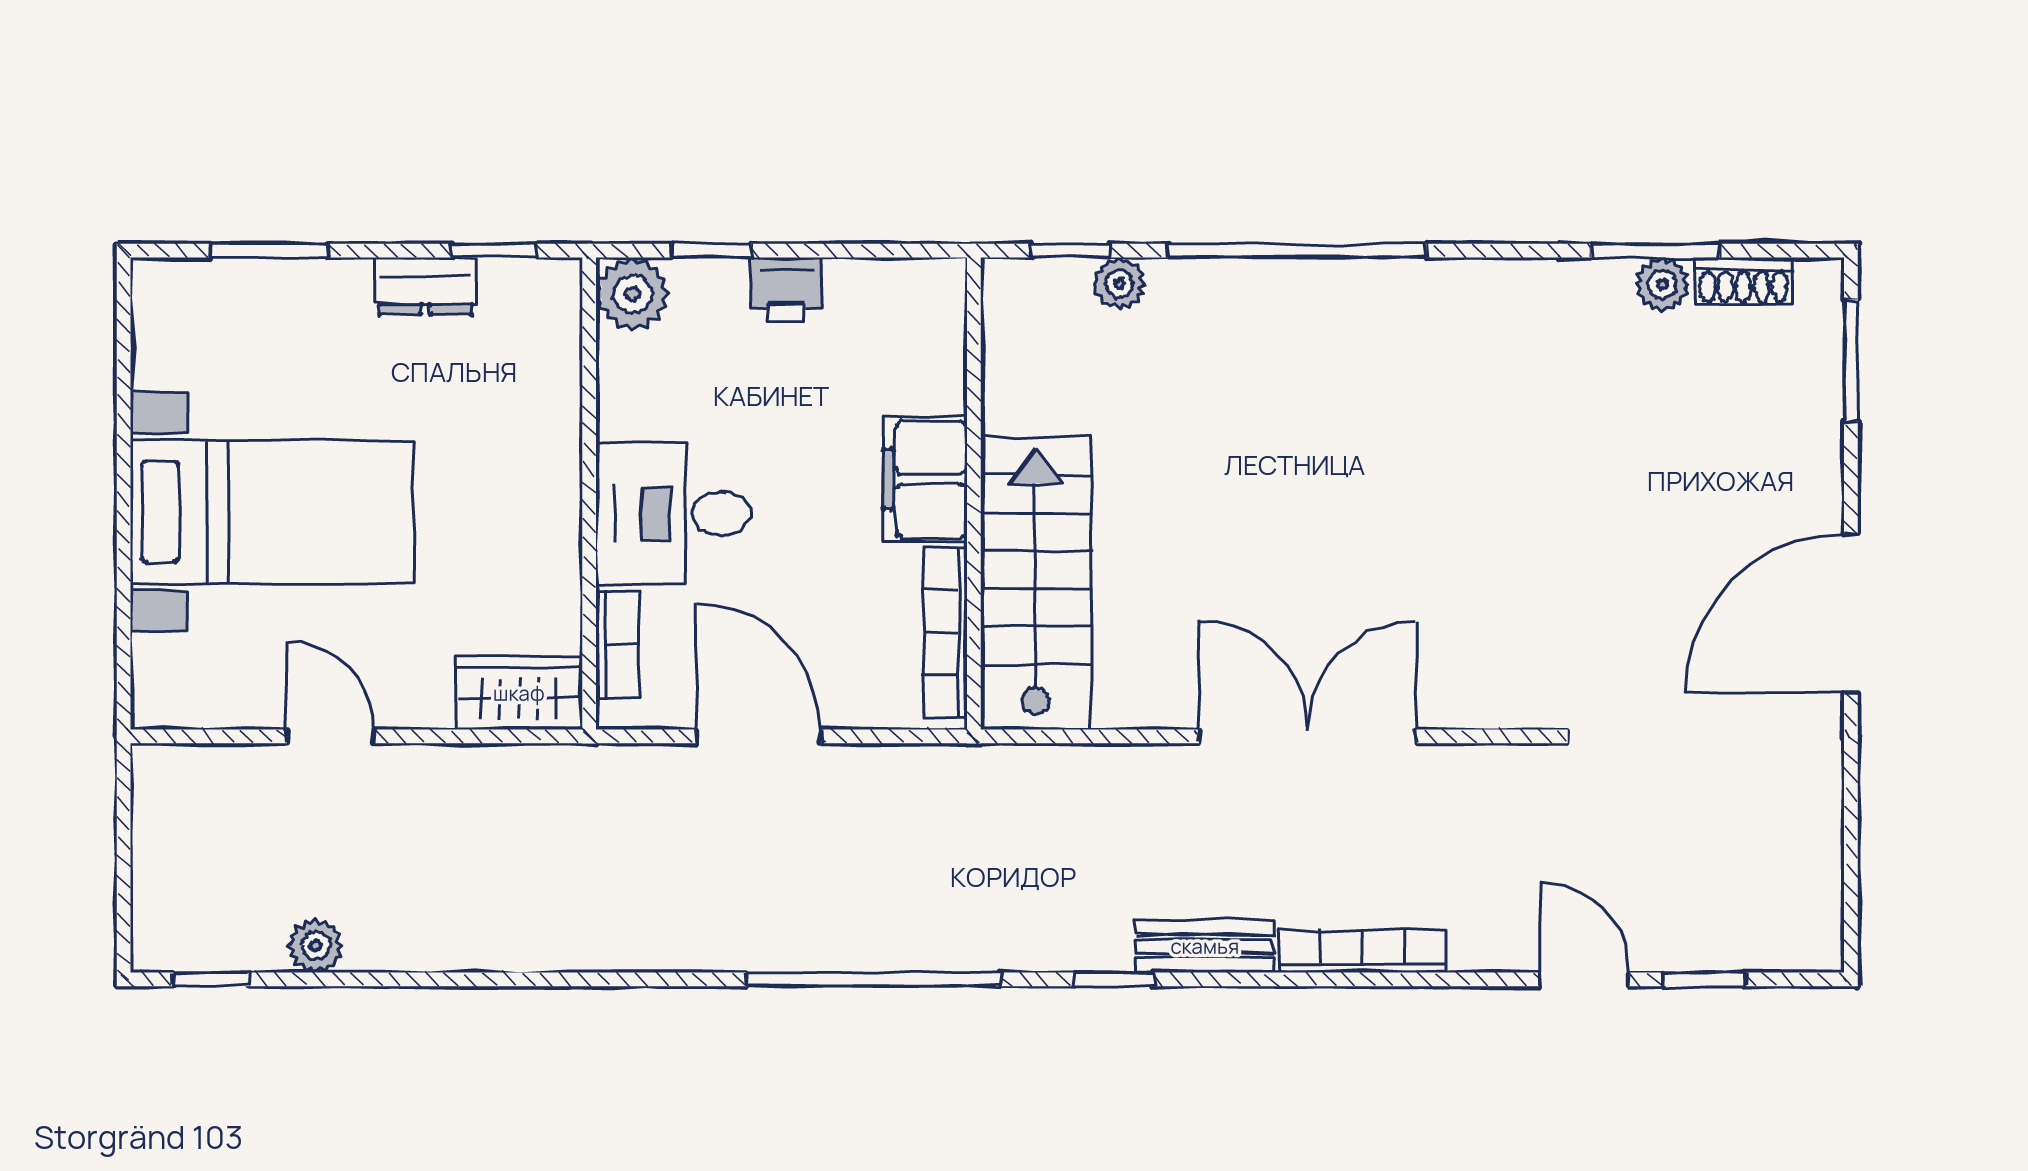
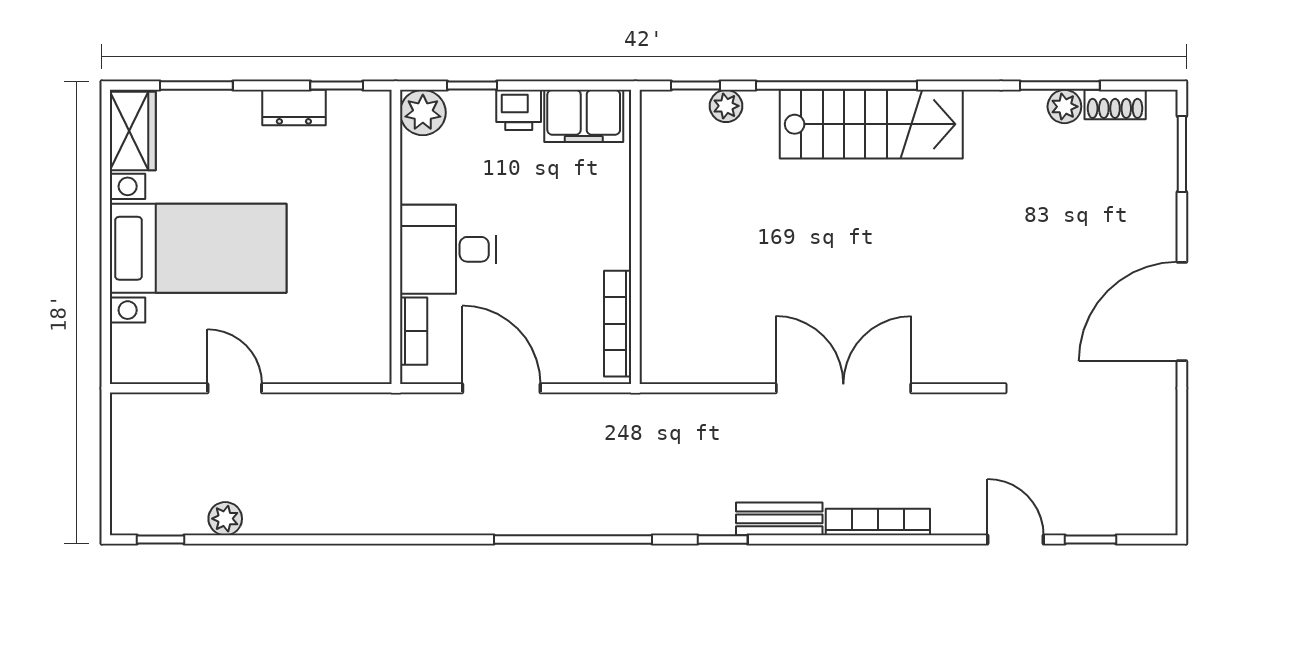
filing cabinet: (925, 479) -> (584, 116), moved, turned -90
stairs: (1036, 583) -> (871, 124), moved, turned 90
wardrobe: (519, 693) -> (133, 131), moved, turned 90

